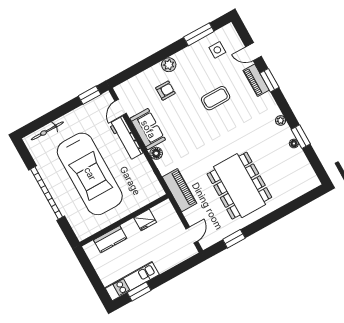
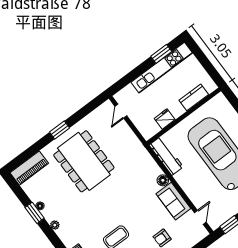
workbench: (126, 138) -> (166, 156), moved
piano: (180, 190) -> (29, 168), moved, turned -90
window: (234, 239) -> (59, 130), moved
kitchen unit: (132, 281) -> (162, 68), width x1.36

